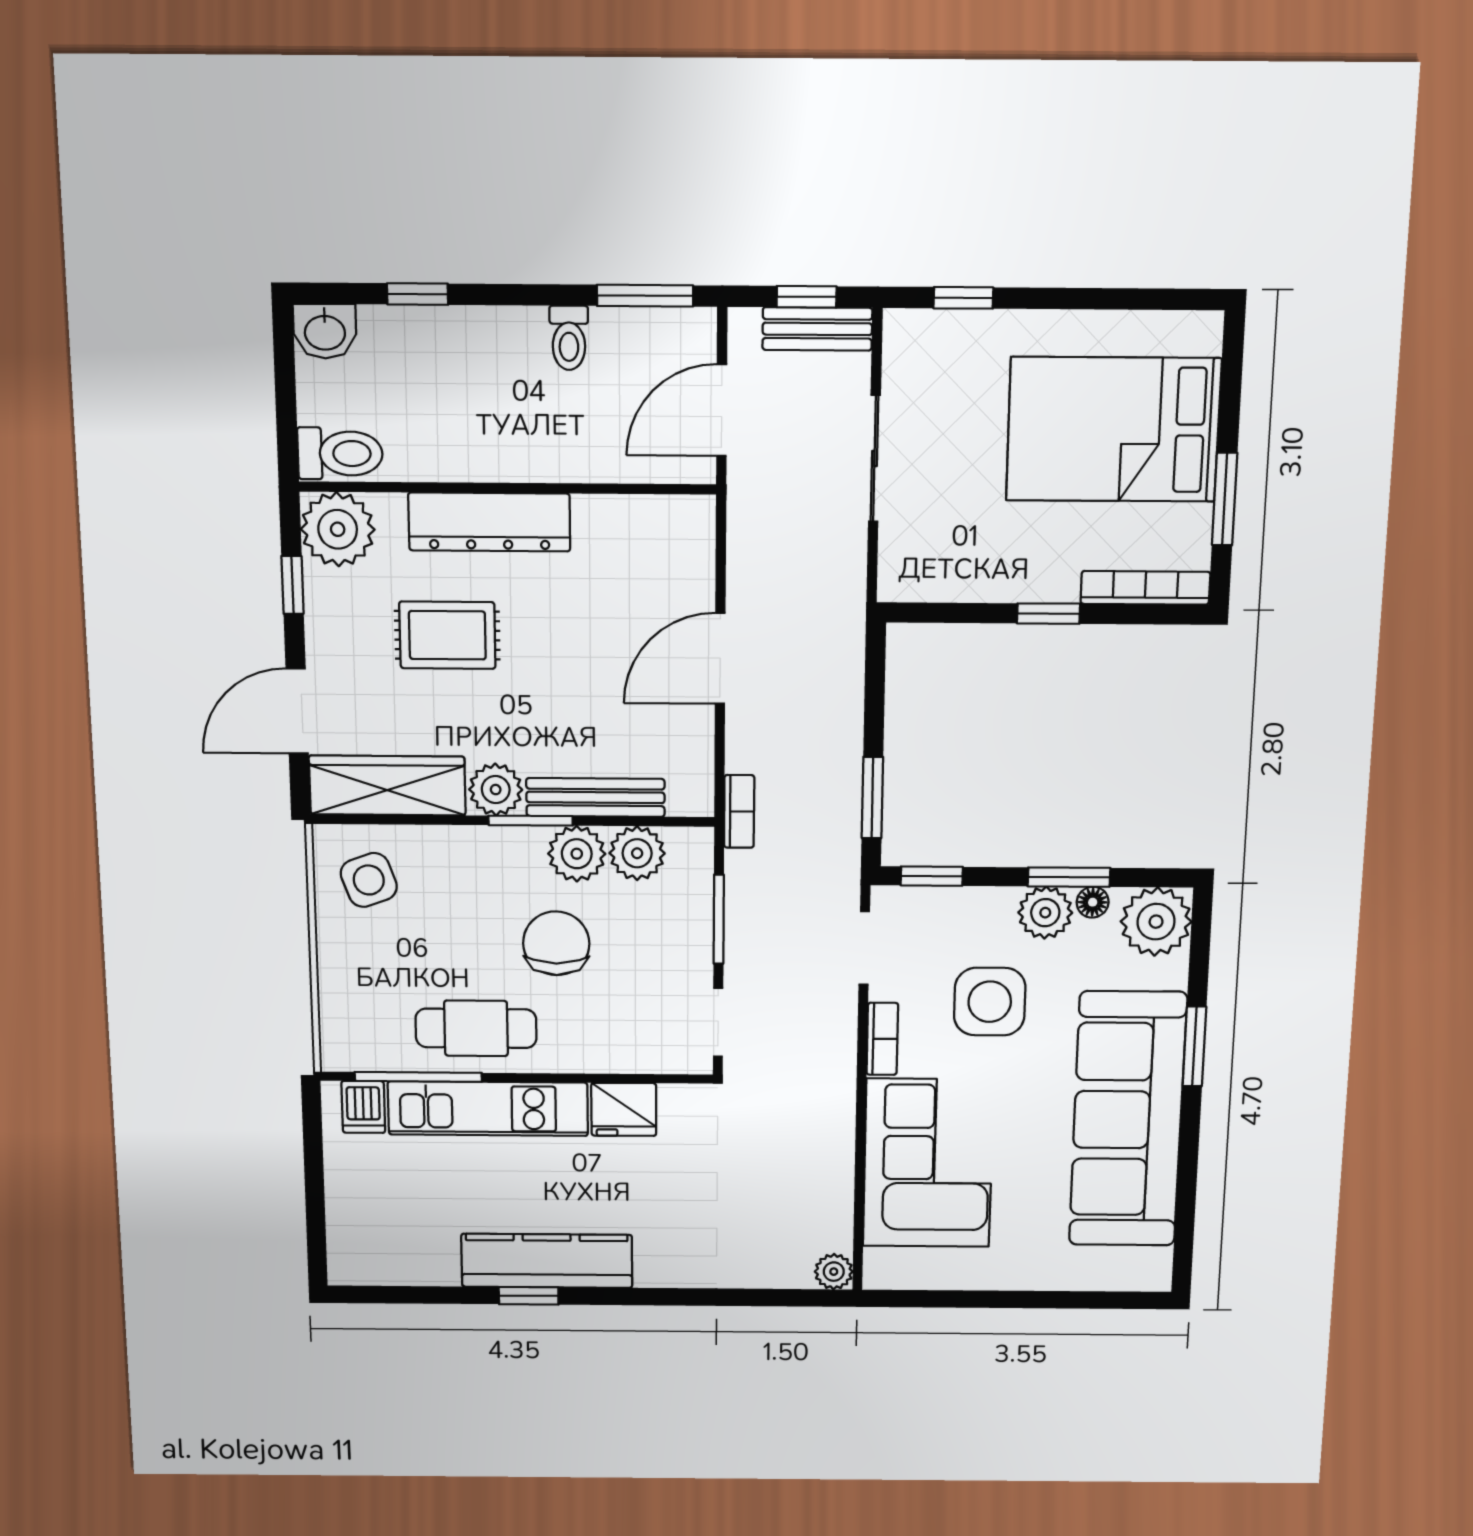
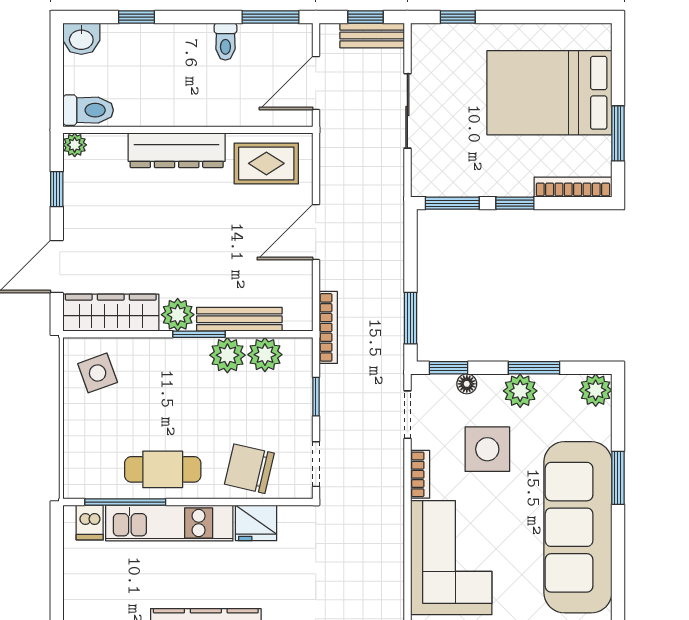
plant: (338, 529) -> (75, 145), width x0.53, depth x0.53
window: (945, 613) -> (452, 203), added
rug: (447, 635) -> (266, 163), moved
bookcase: (739, 811) -> (328, 327), width x1.56
floor lamp: (1093, 902) -> (467, 384), moved
window: (719, 919) -> (316, 397), width x0.67
plant: (1156, 922) -> (596, 390), width x0.73, depth x0.73
chair: (556, 943) -> (249, 469), moved, turned -77

